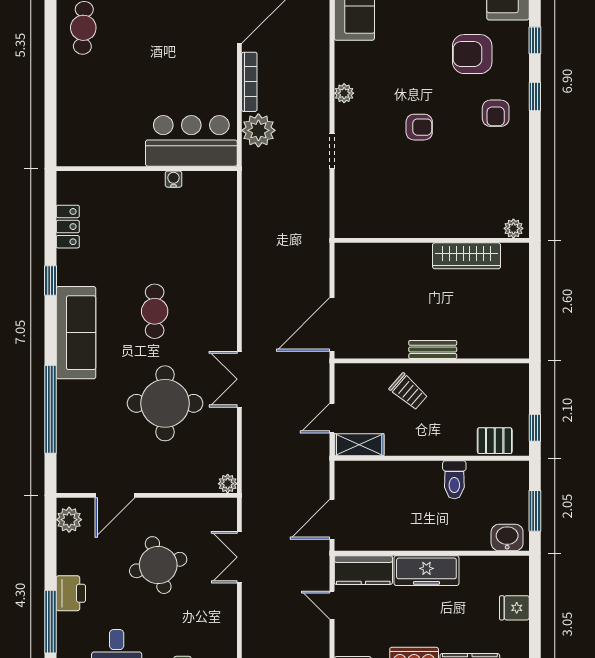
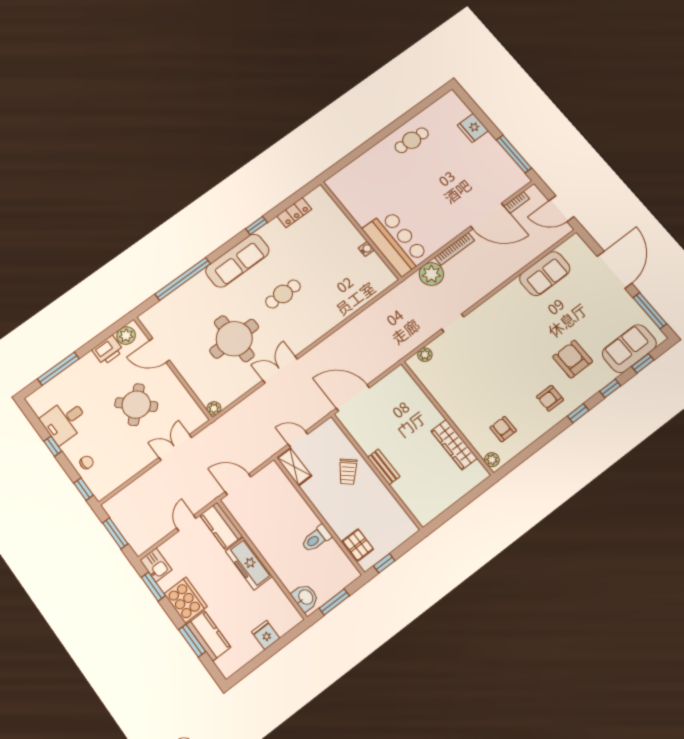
plant: (344, 93) -> (425, 355), moved
armchair: (419, 127) -> (503, 429), moved, turned 180
round table: (158, 565) -> (136, 405), turned -31
printer: (71, 593) -> (108, 350), moved

